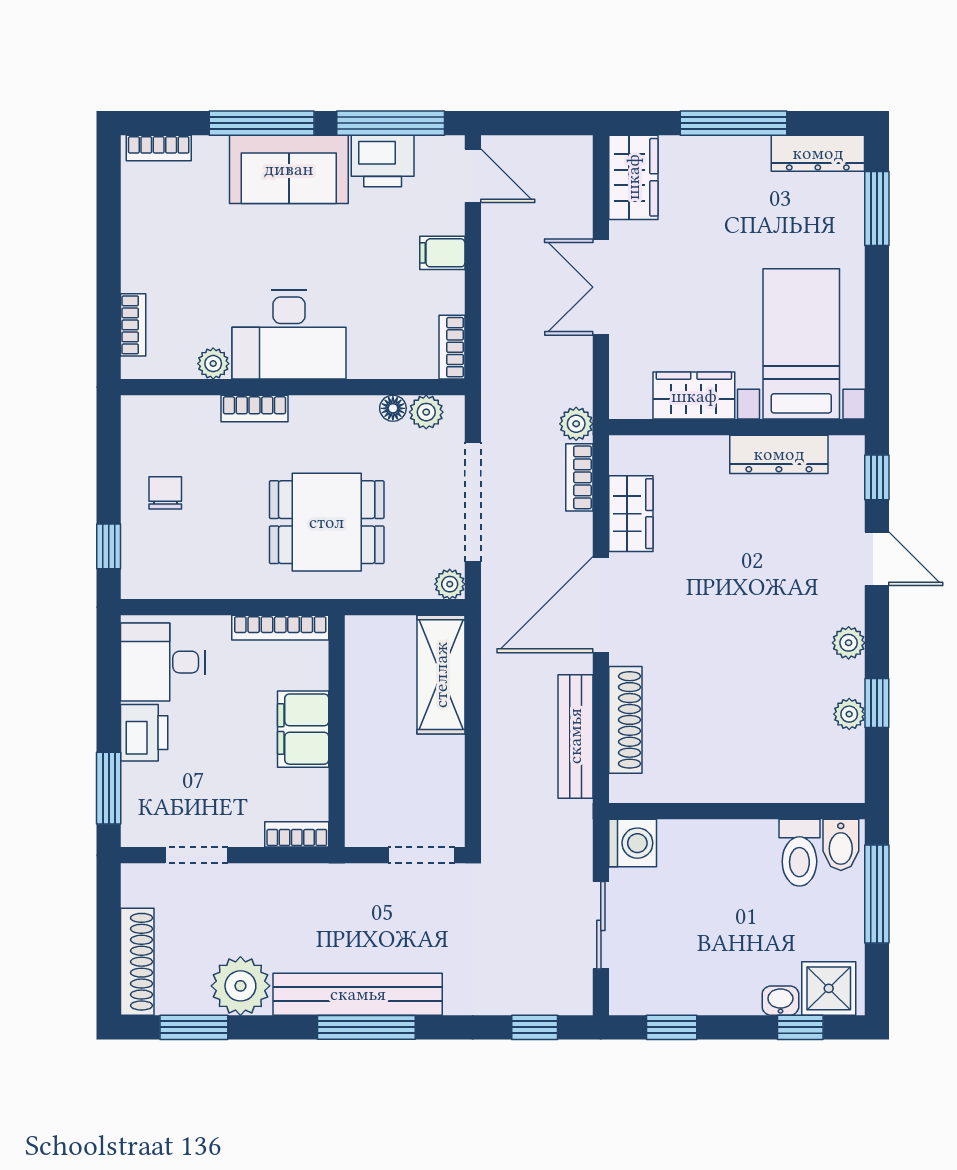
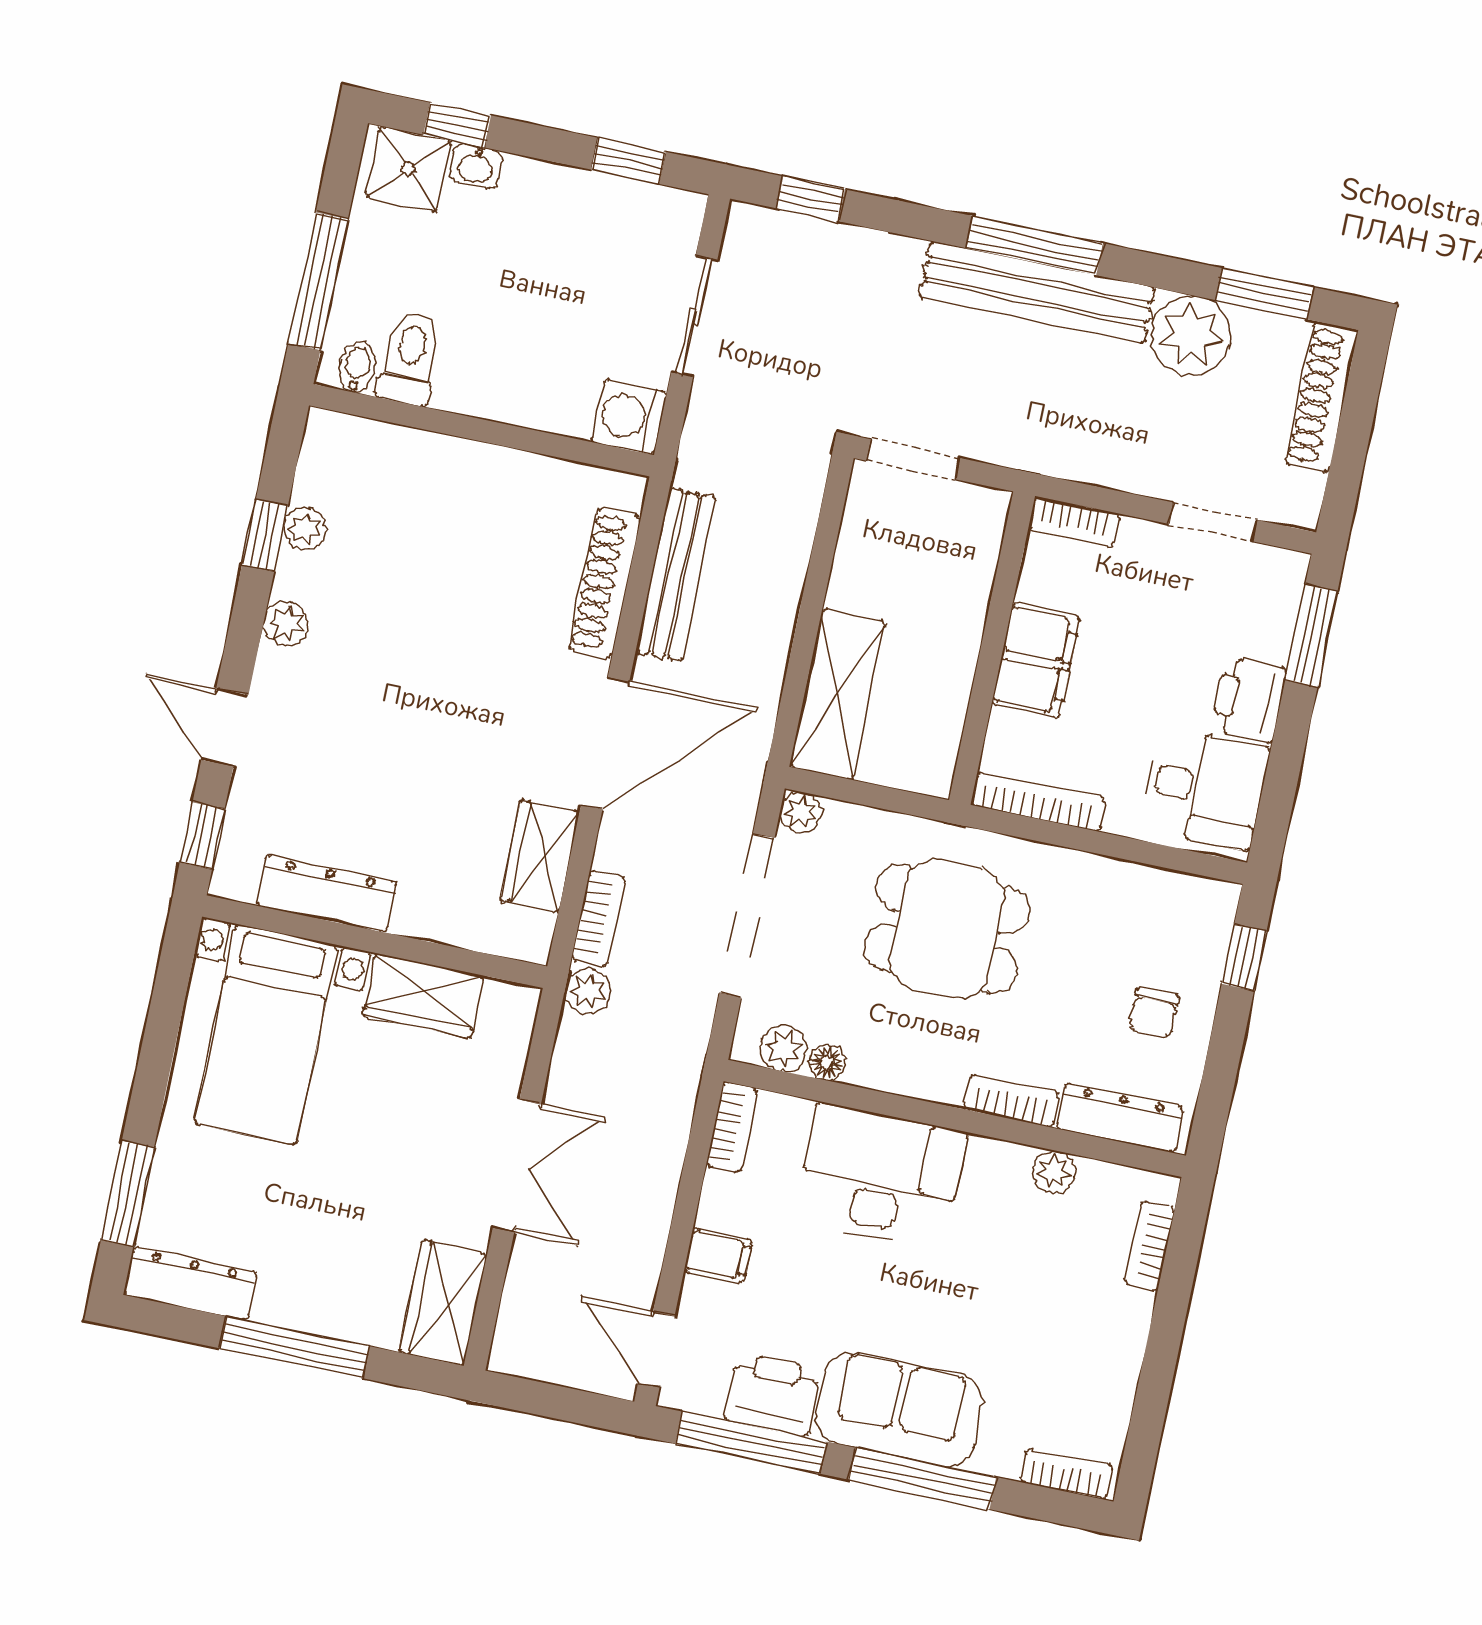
desk: (289, 334) -> (880, 1176), moved
dresser: (174, 412) -> (1120, 1118), added
bidet: (841, 845) -> (357, 367), width x0.72, depth x0.74

